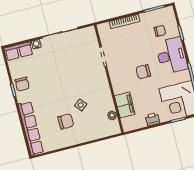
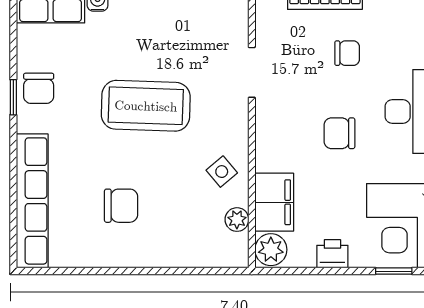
chair: (160, 31) -> (347, 53), moved
coffee table: (65, 80) -> (146, 106), added
side table: (81, 105) -> (222, 172), moved
plant: (128, 124) -> (271, 250), added

